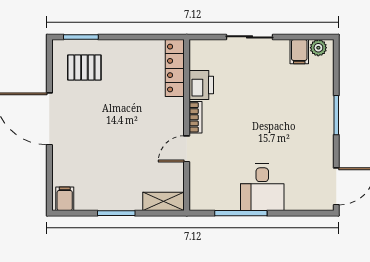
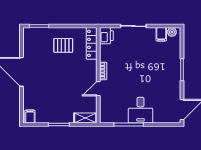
pallet: (84, 68) -> (63, 45), moved
printer: (201, 85) -> (106, 36), moved

